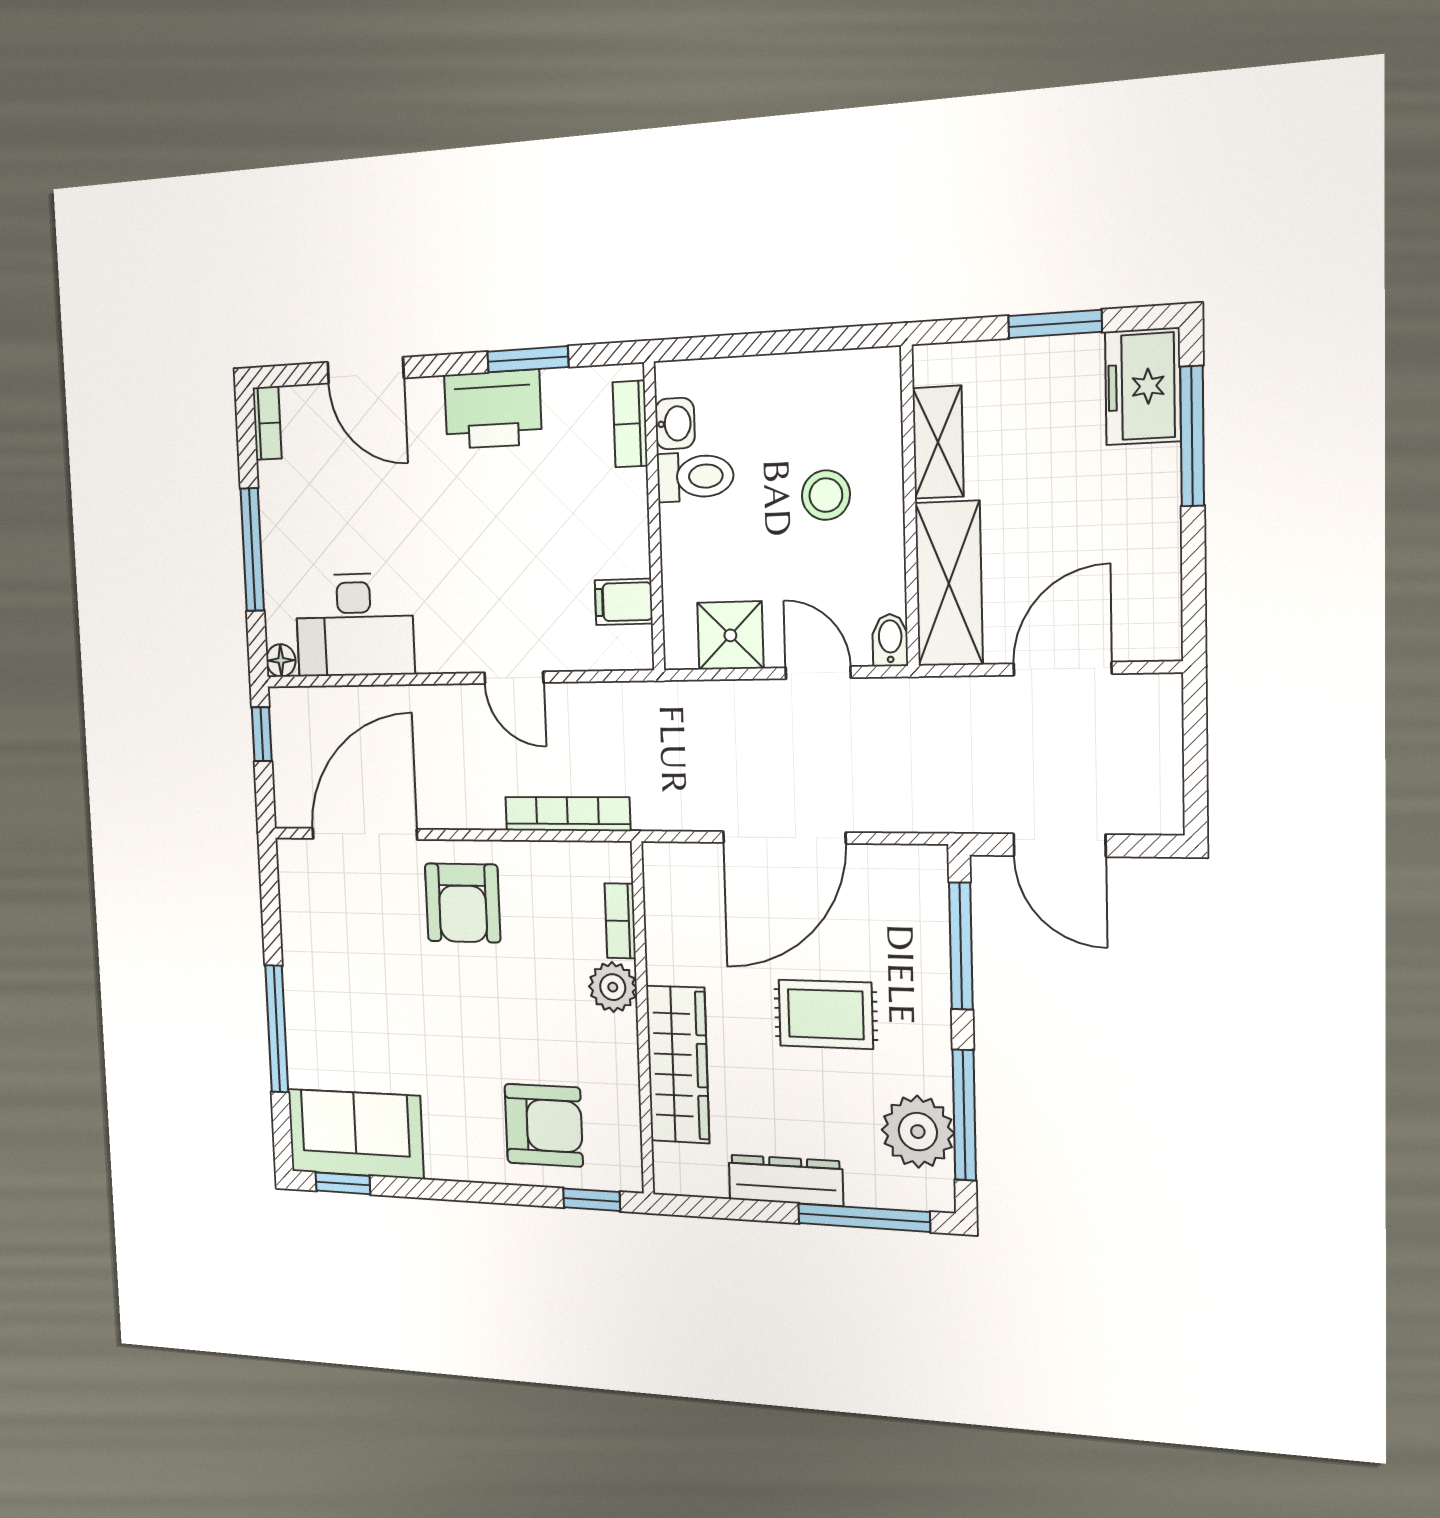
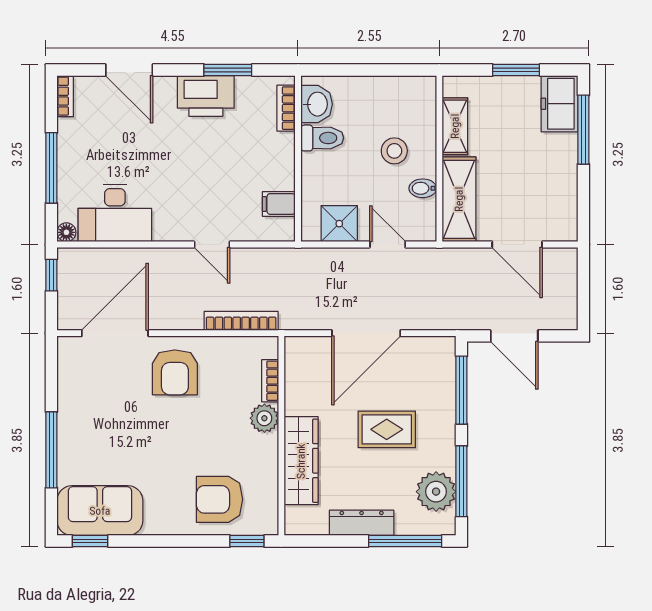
washbasin: (675, 424) -> (317, 104), width x1.38, depth x1.45
bidet: (890, 640) -> (423, 188), moved, turned -90
door: (1062, 669) -> (517, 245), swing flipped
armchair: (544, 1125) -> (219, 499), turned 180

